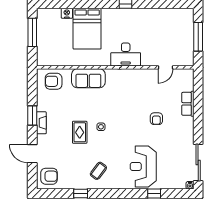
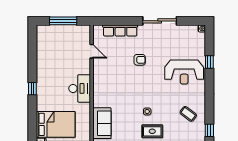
row of seats: (188, 104) -> (120, 30), width x1.48
sliding door: (198, 162) -> (160, 21), moved

